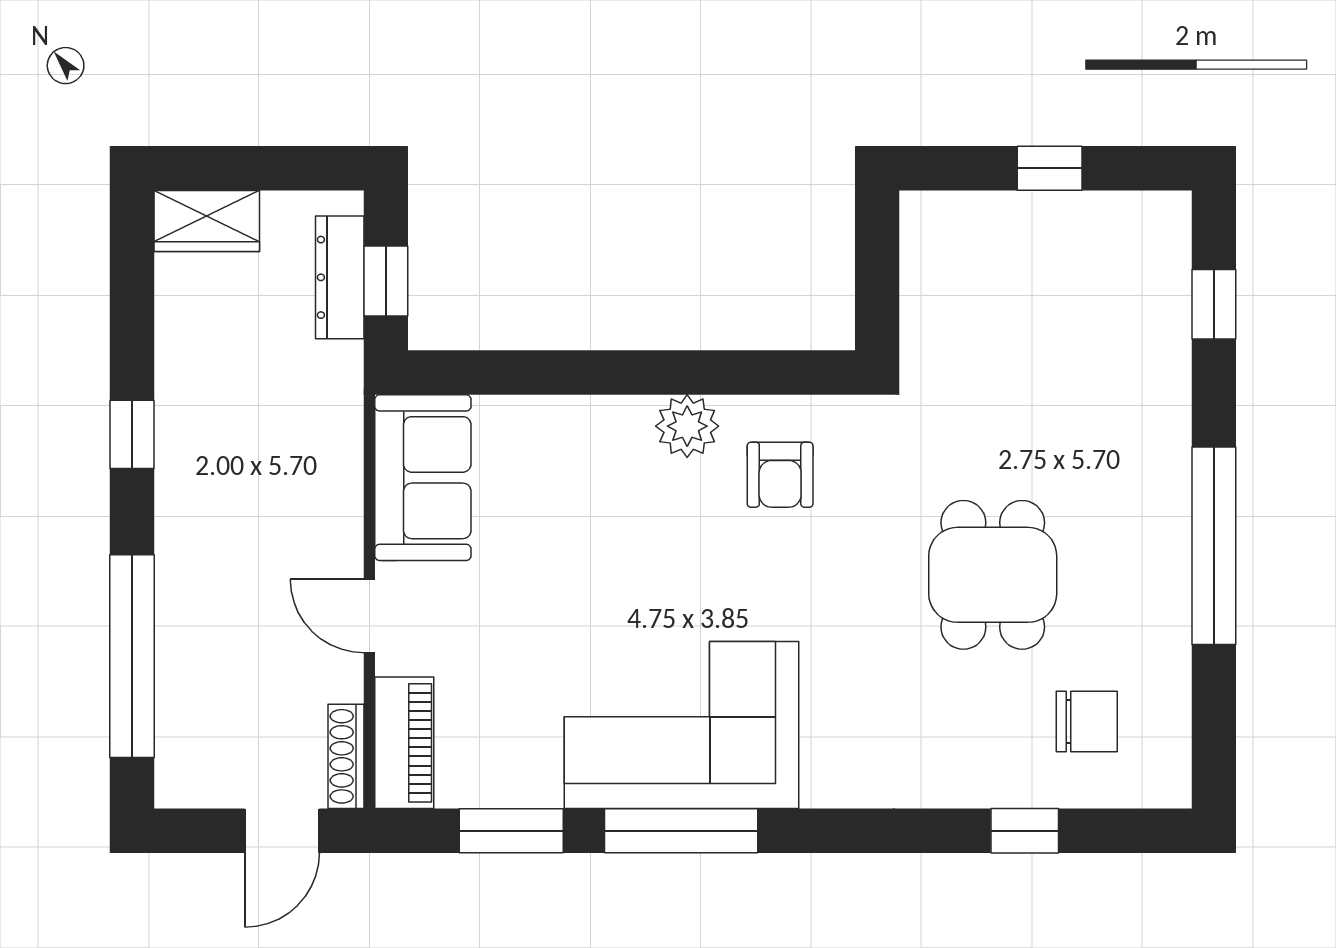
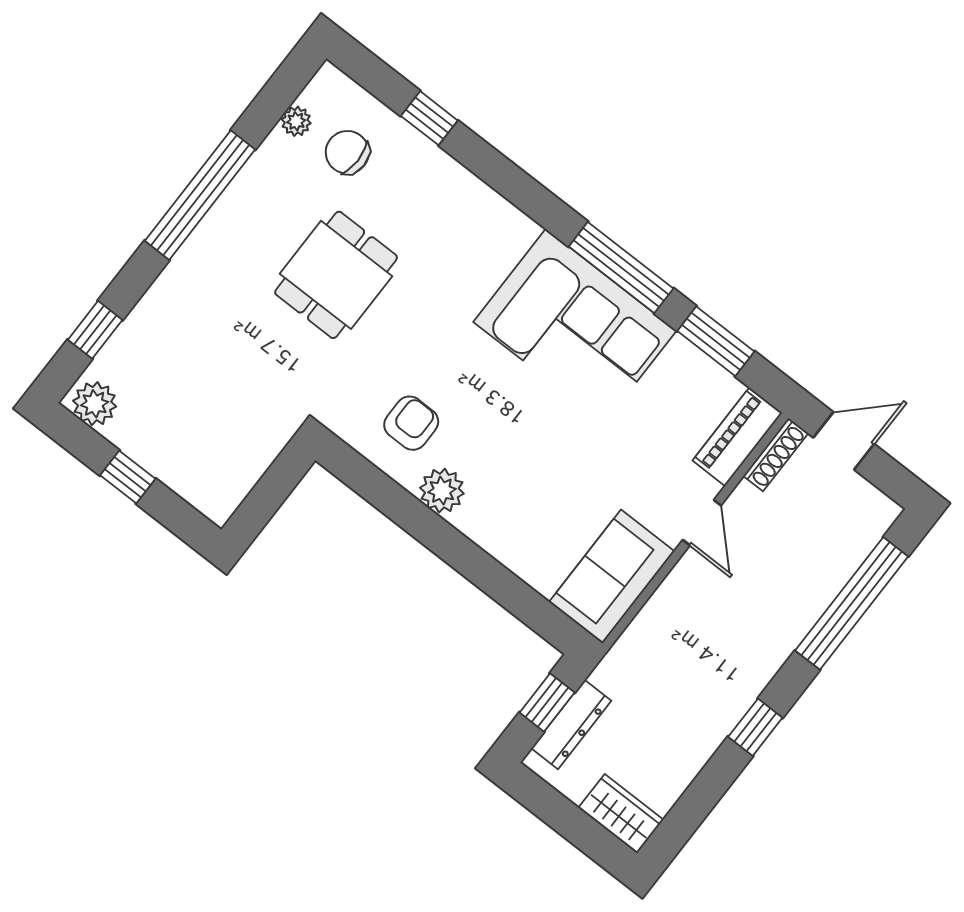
plant: (1150, 221) -> (95, 404), added
plant: (1171, 712) -> (296, 121), added

